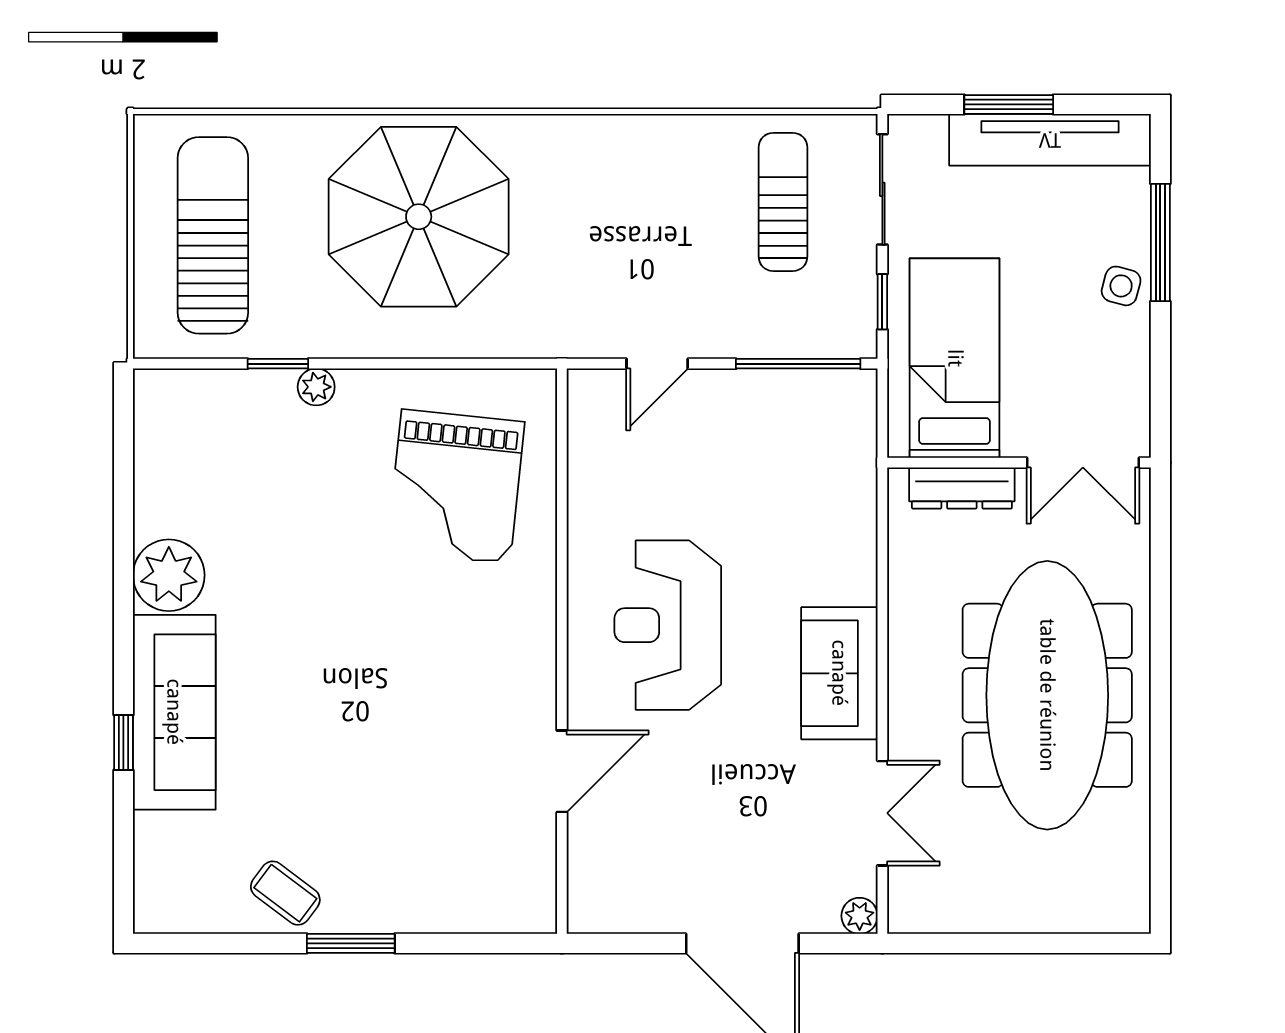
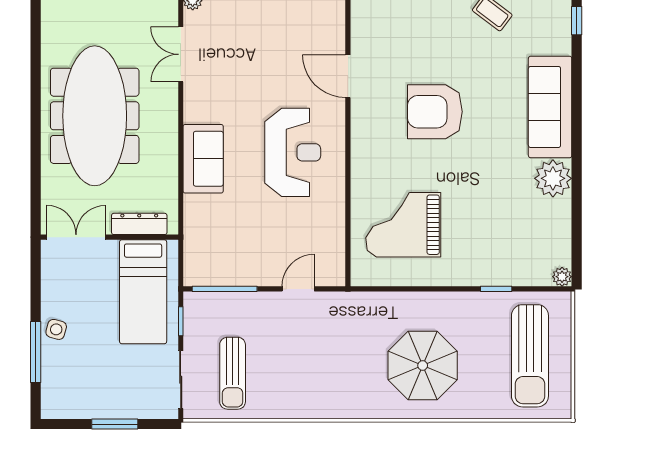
tv unit: (1050, 140) -> (93, 406), removed
parasol: (419, 217) -> (423, 365), width x0.73, depth x0.73
plant: (316, 387) -> (562, 277), moved
grand piano: (456, 487) -> (403, 225), turned -96
sofa: (839, 673) -> (203, 159), moved
armchair: (395, 703) -> (435, 112), added
window: (123, 743) -> (577, 21), moved
door: (562, 771) -> (348, 76), hinge flipped

